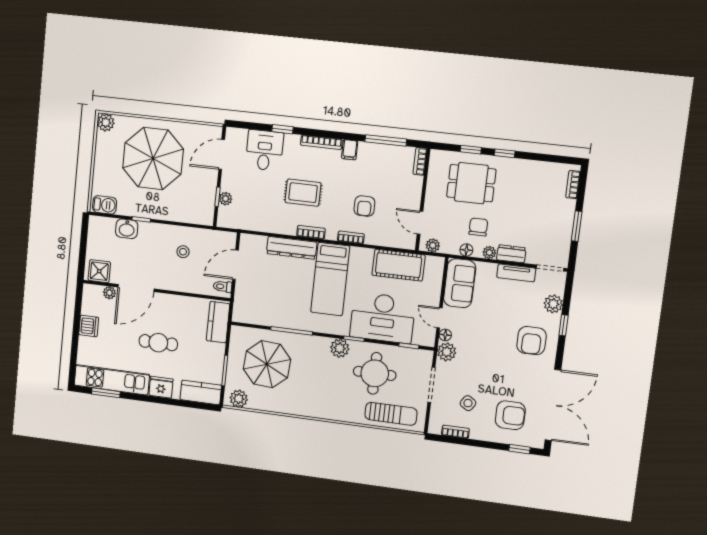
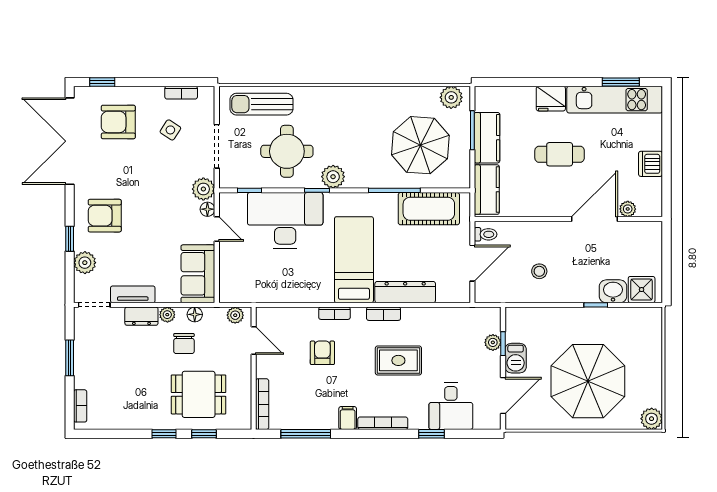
bookcase: (420, 161) -> (262, 404), width x1.56
barbecue: (105, 205) -> (516, 358), moved, turned -90
cot: (399, 265) -> (429, 209), moved
shower: (99, 271) -> (642, 290), moved
armchair: (531, 341) -> (105, 216), turned -90
kitchen counter: (201, 392) -> (487, 138), moved, turned -90

